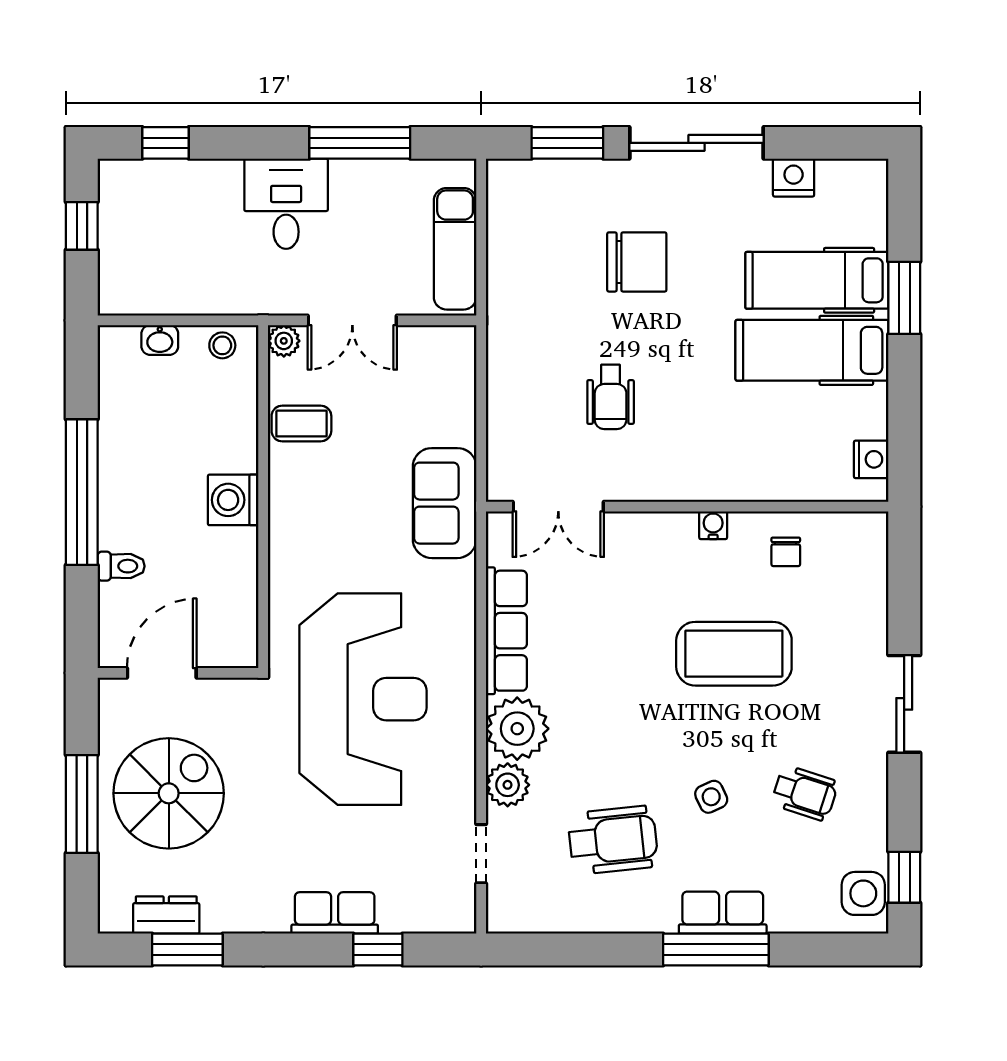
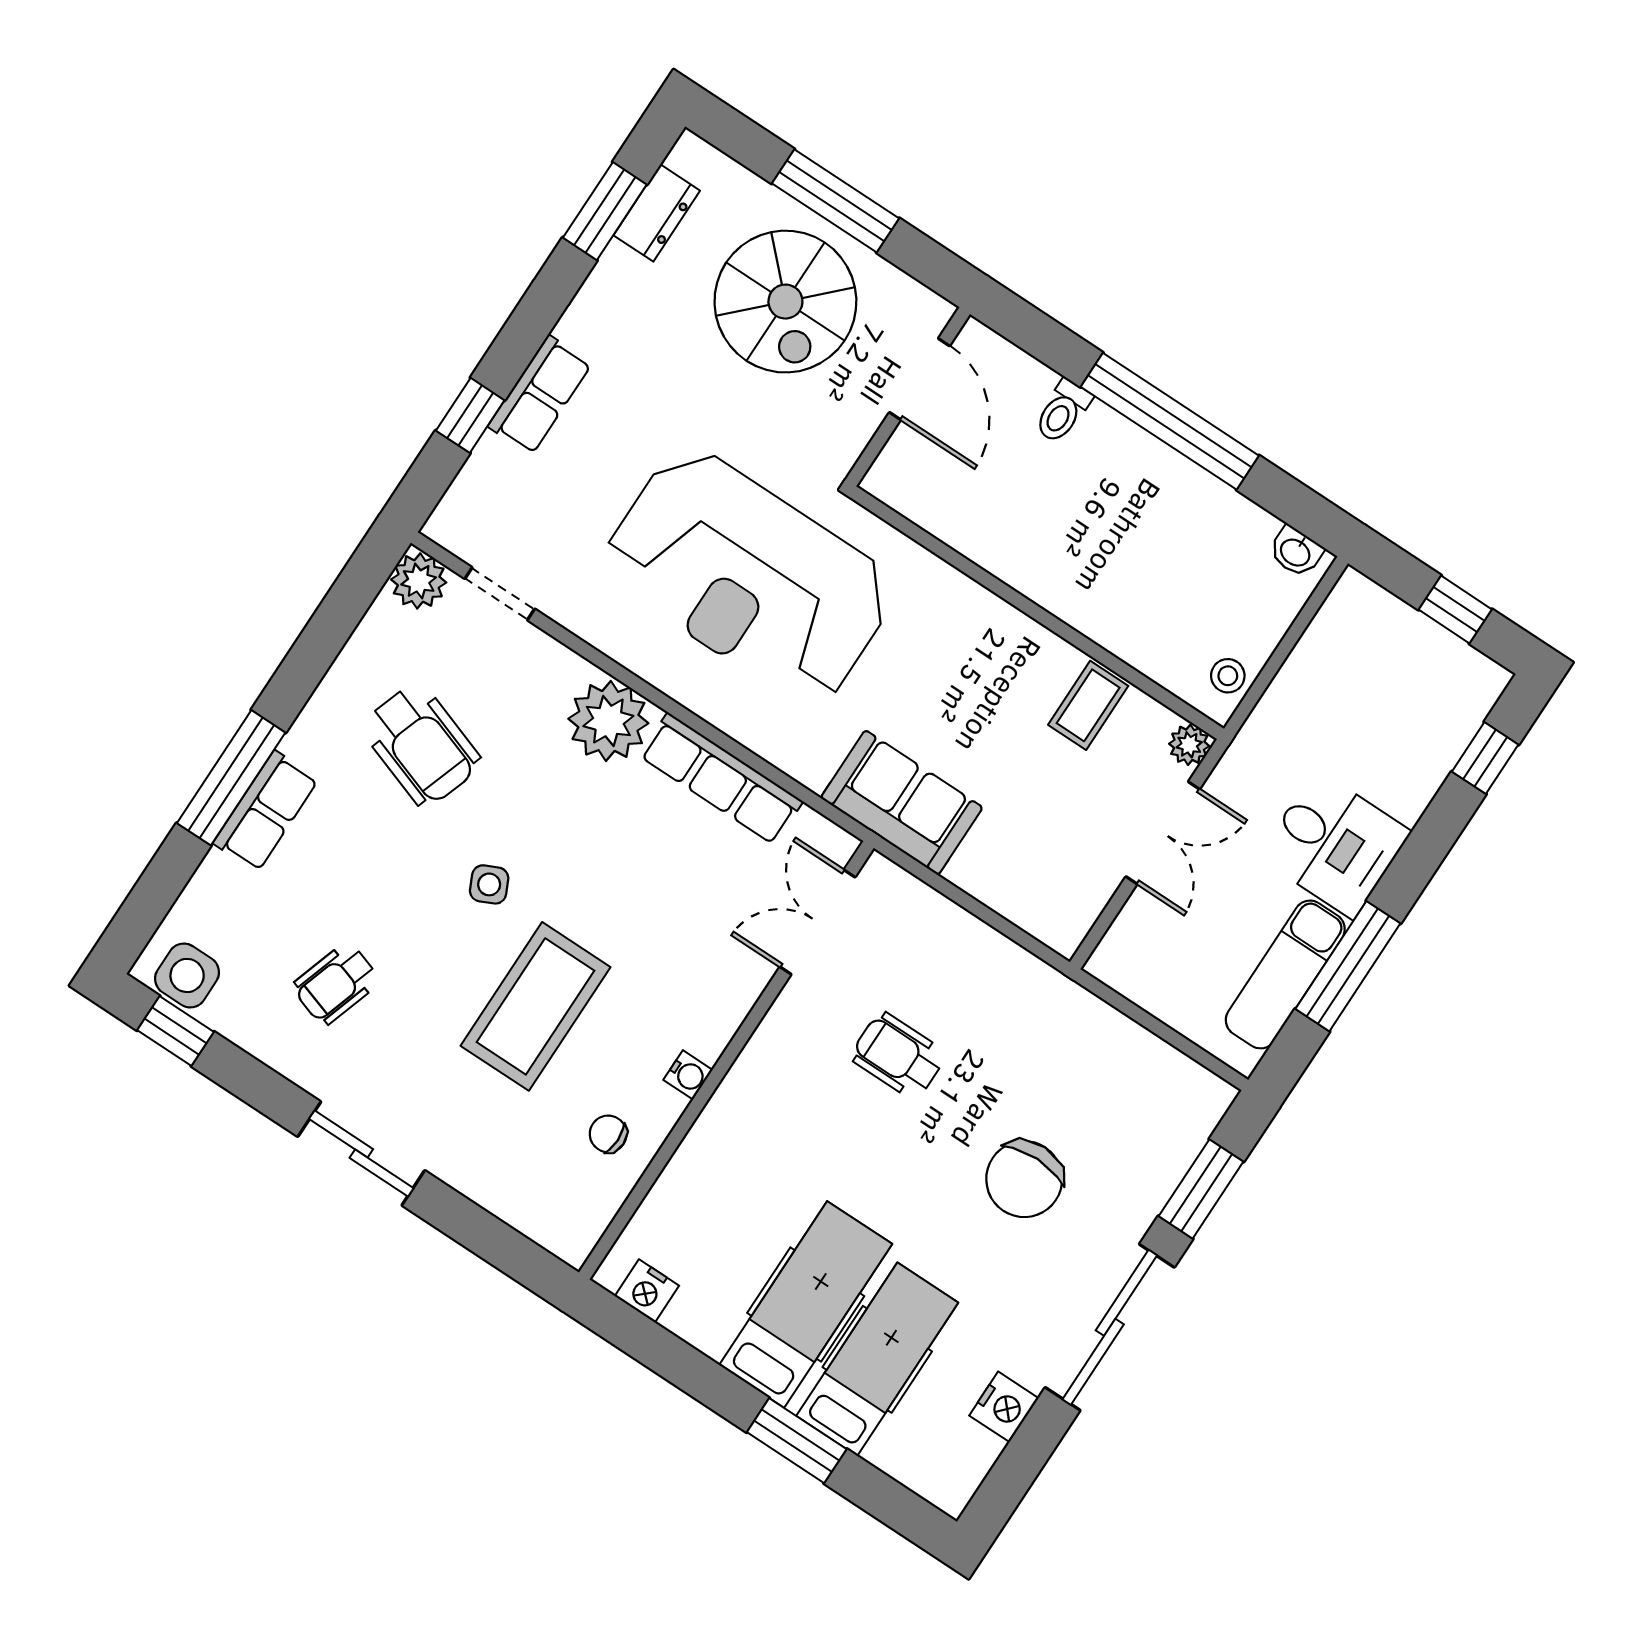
exam couch: (455, 249) -> (1285, 974), moved, turned -90
double door: (352, 320) -> (1163, 833), swing flipped
washbasin: (160, 340) -> (1296, 552), moved, turned -90
washing machine: (233, 500) -> (1054, 578), removed
plant: (508, 785) -> (419, 581), moved
side table: (711, 797) -> (489, 884), moved
wheelchair: (613, 840) -> (421, 745), turned -65

